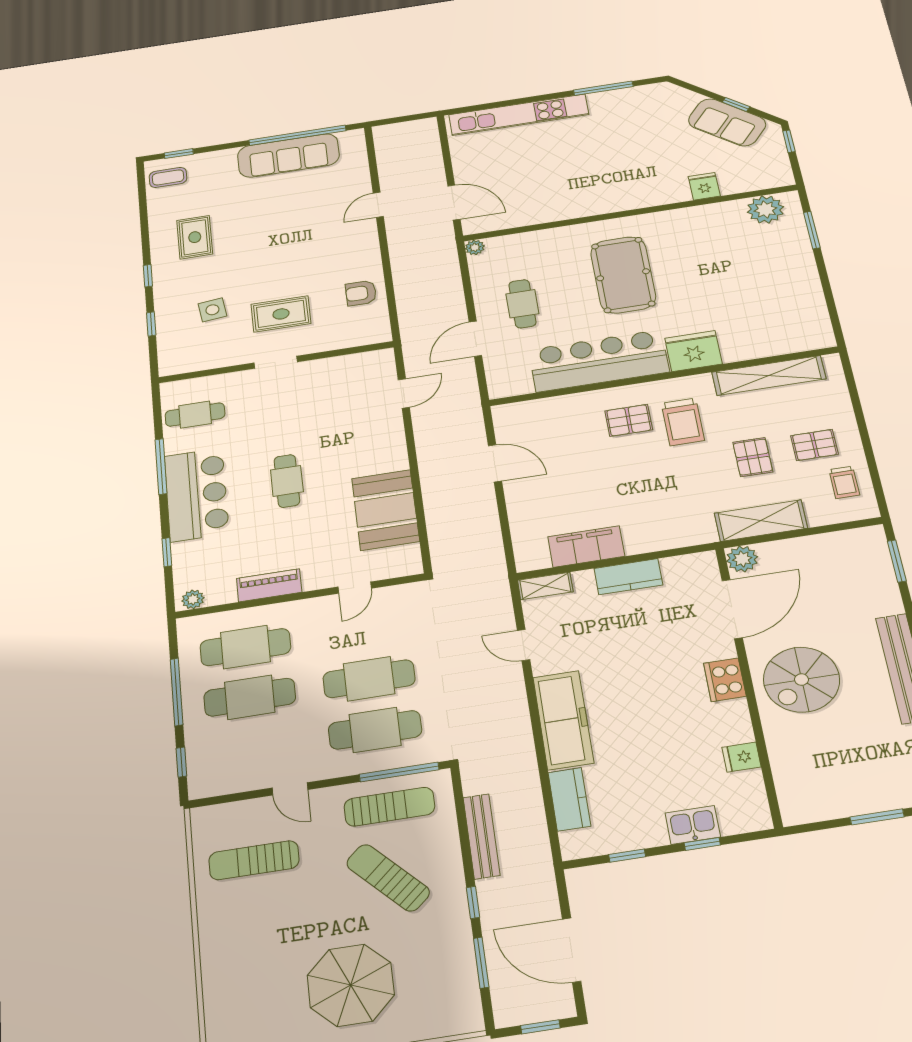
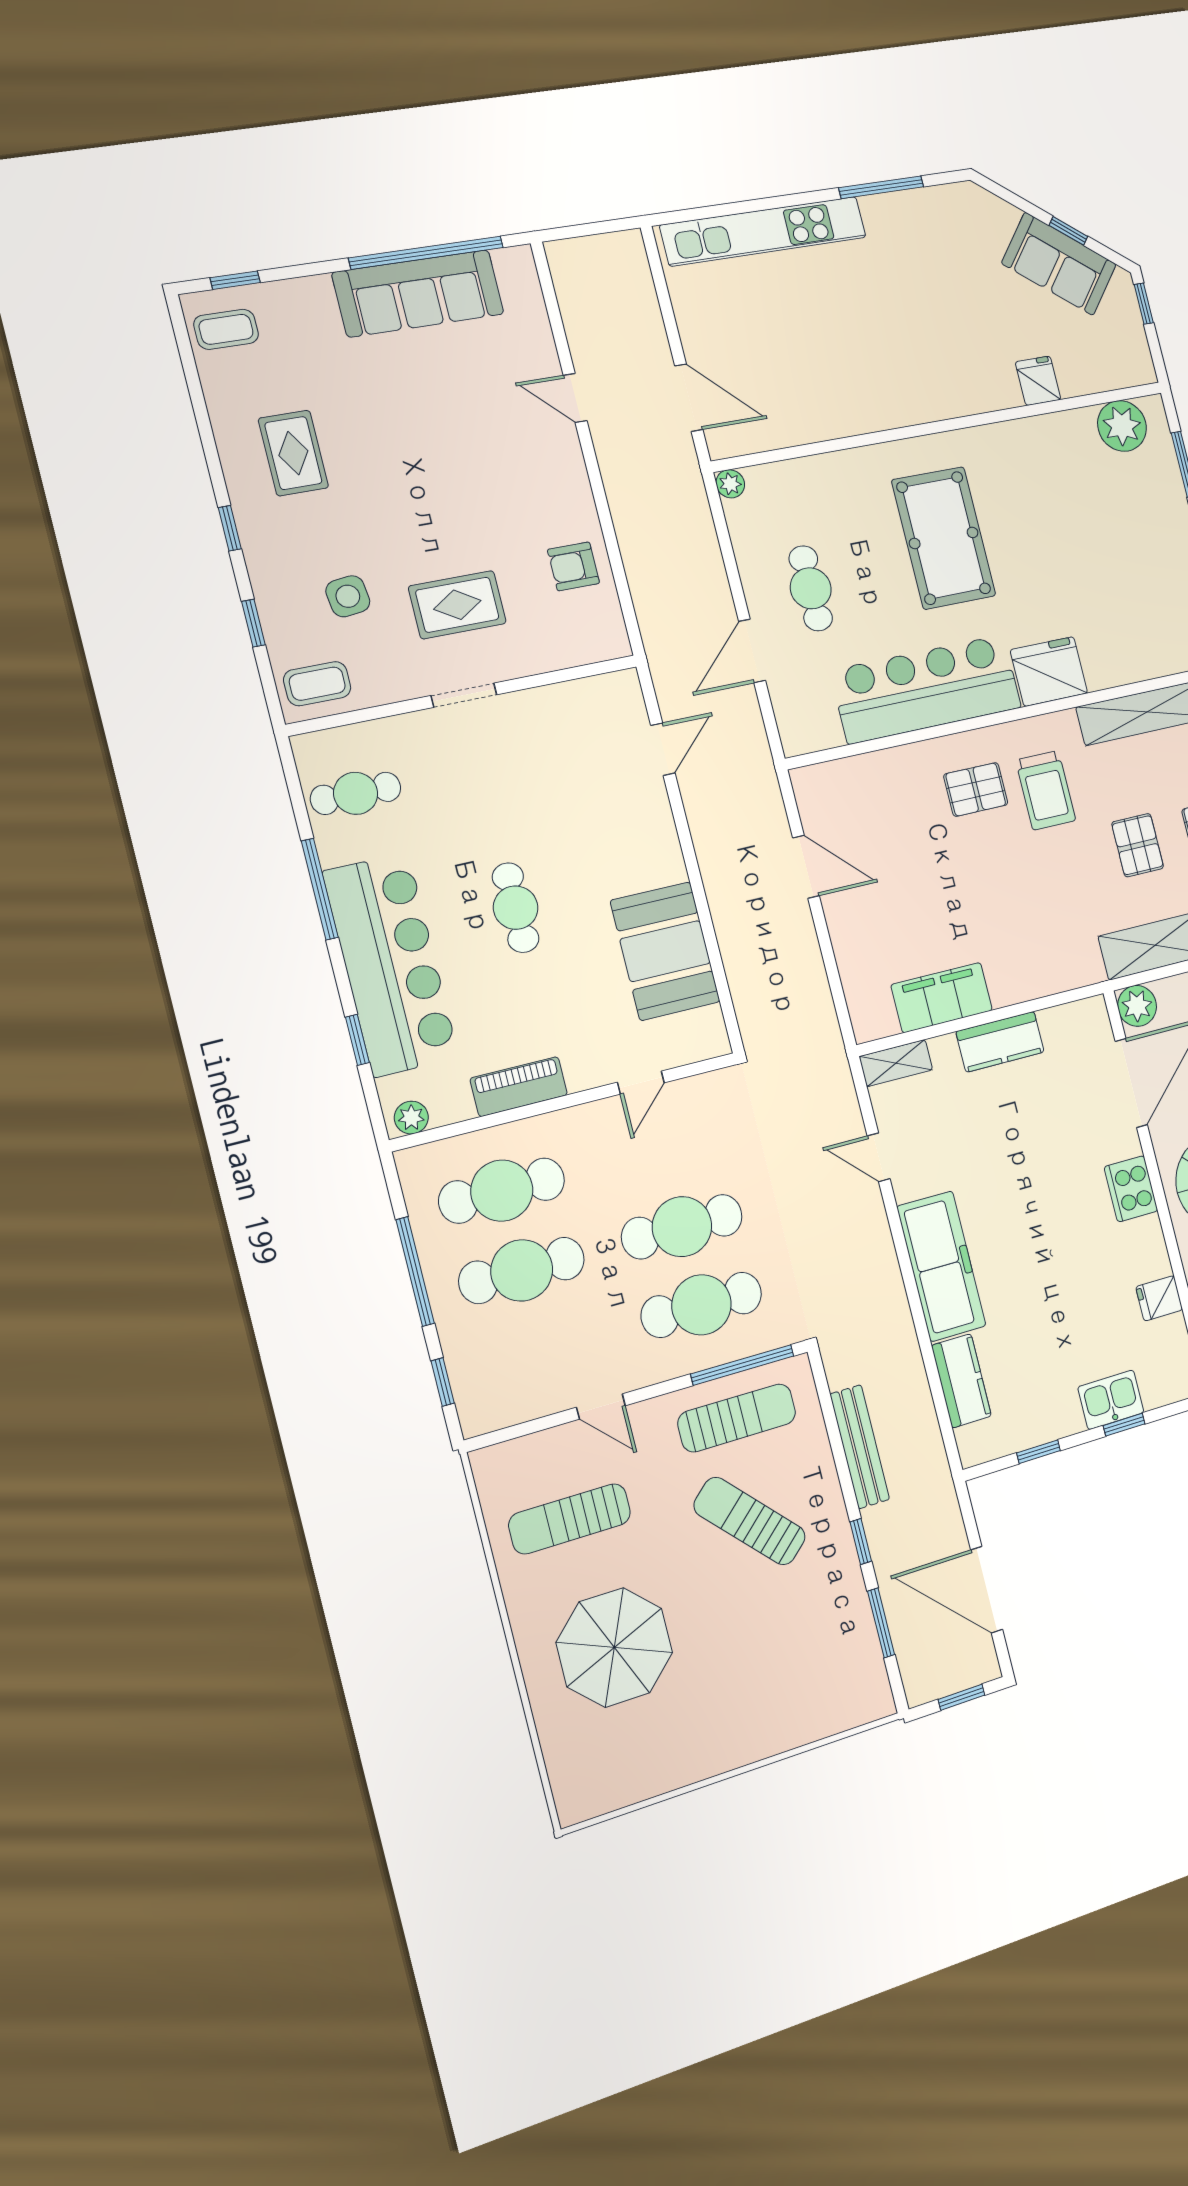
door: (378, 205) -> (575, 398), hinge flipped
coffee table: (183, 356) -> (317, 684), added
bar counter: (196, 495) -> (391, 965), width x1.36
parasol: (351, 985) -> (614, 1647), moved

